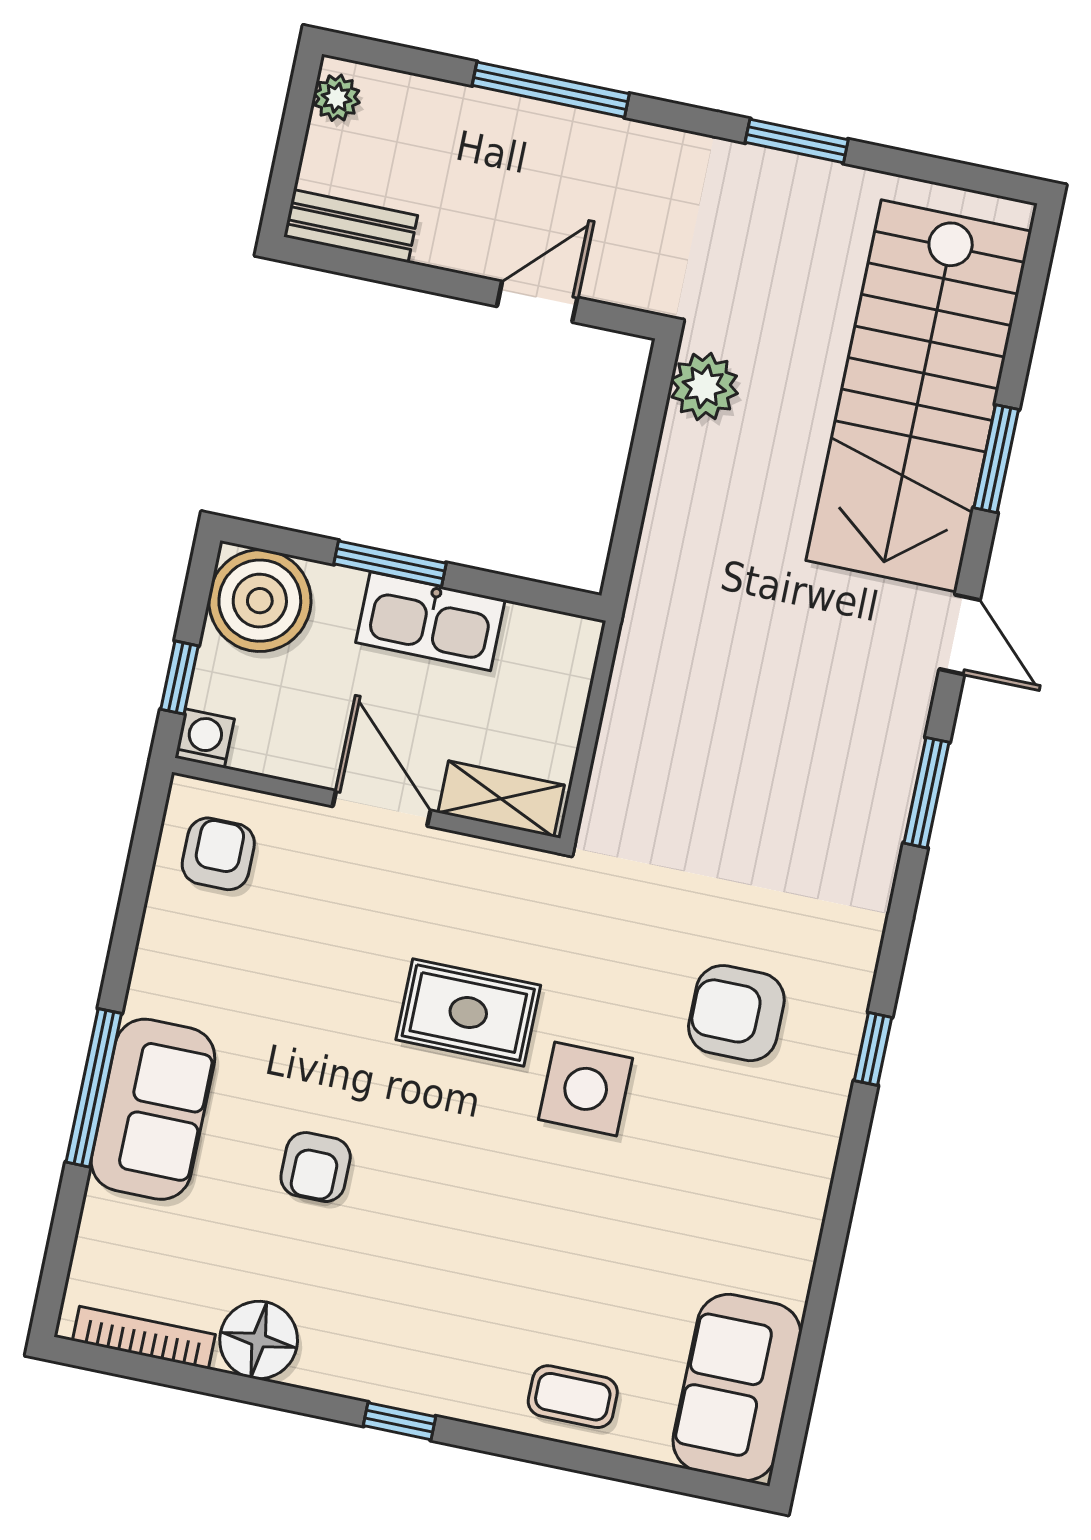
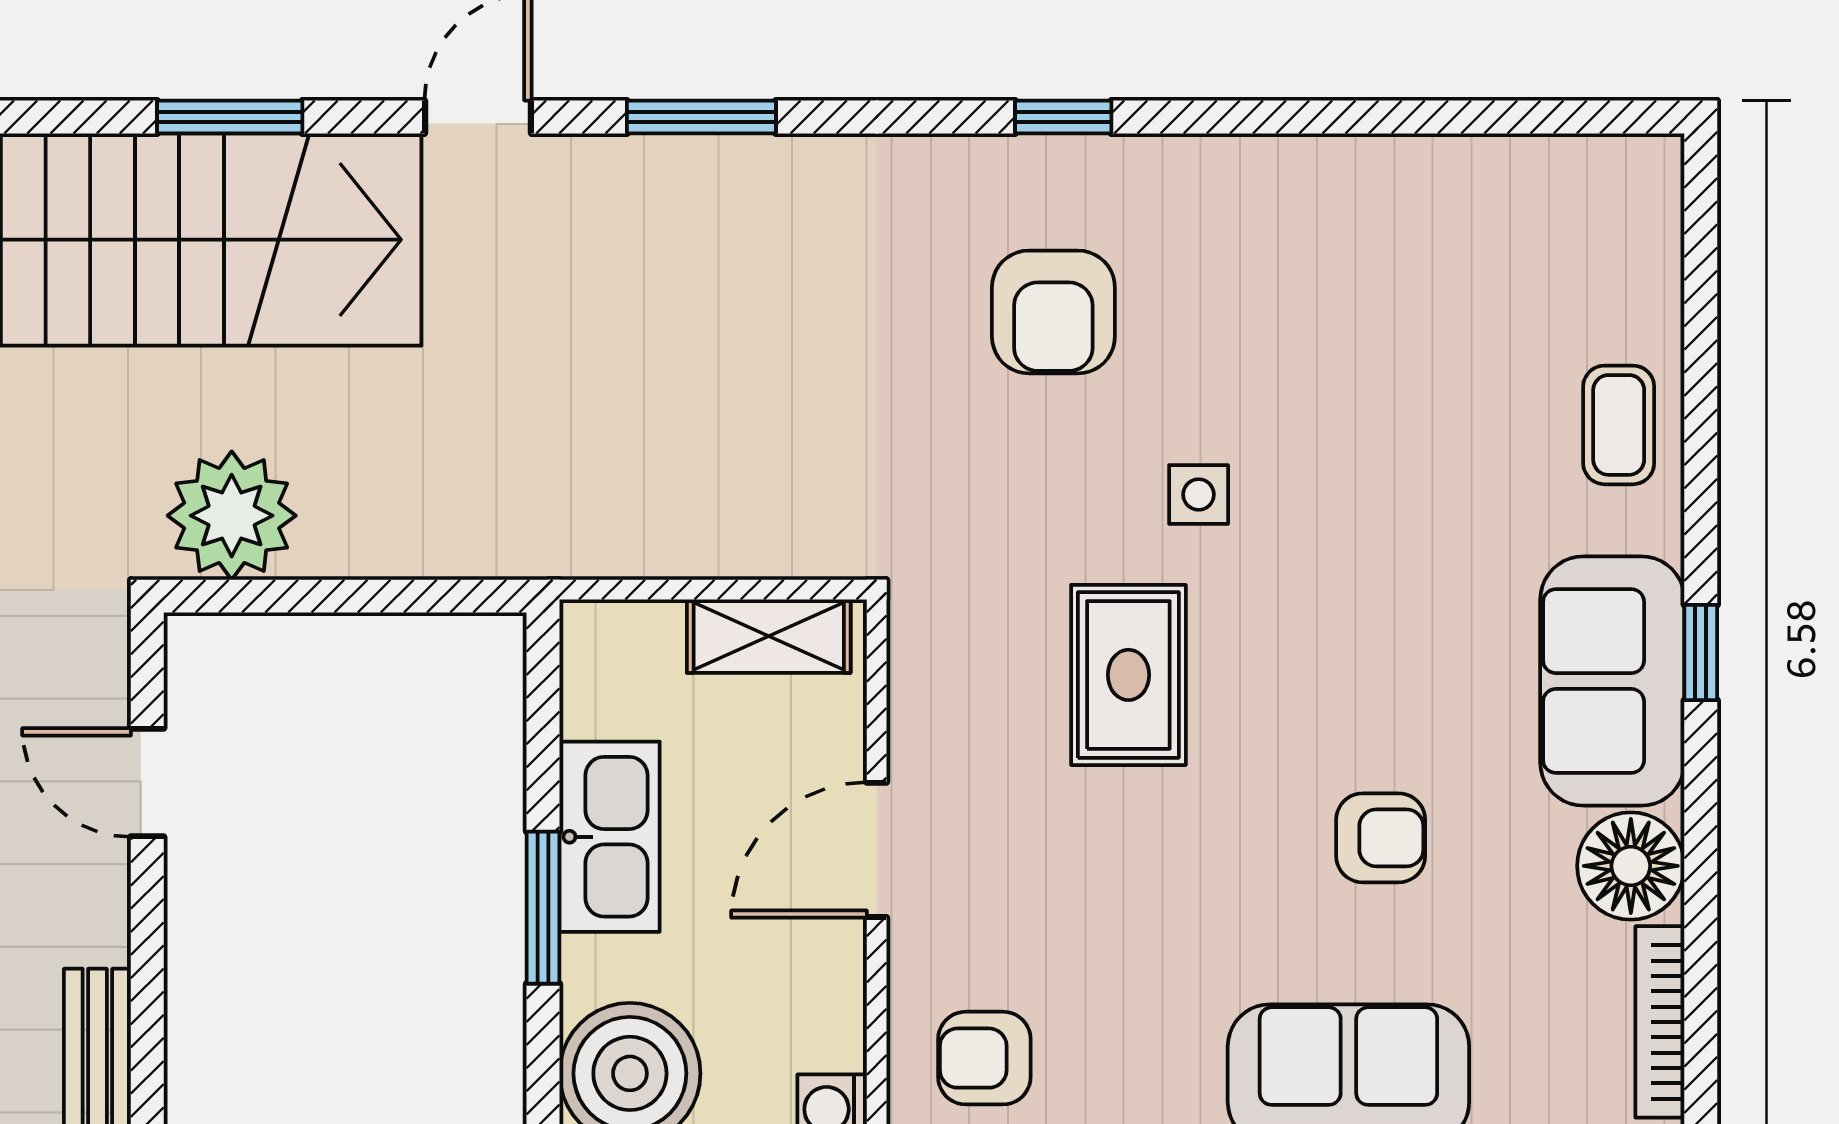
plant: (704, 386) -> (232, 516), width x1.36, depth x1.36
shelving: (501, 799) -> (769, 636), moved, turned 90
side table: (586, 1089) -> (1199, 495), width x0.54, depth x0.54
sofa: (737, 1387) -> (1612, 681), moved, turned 90

